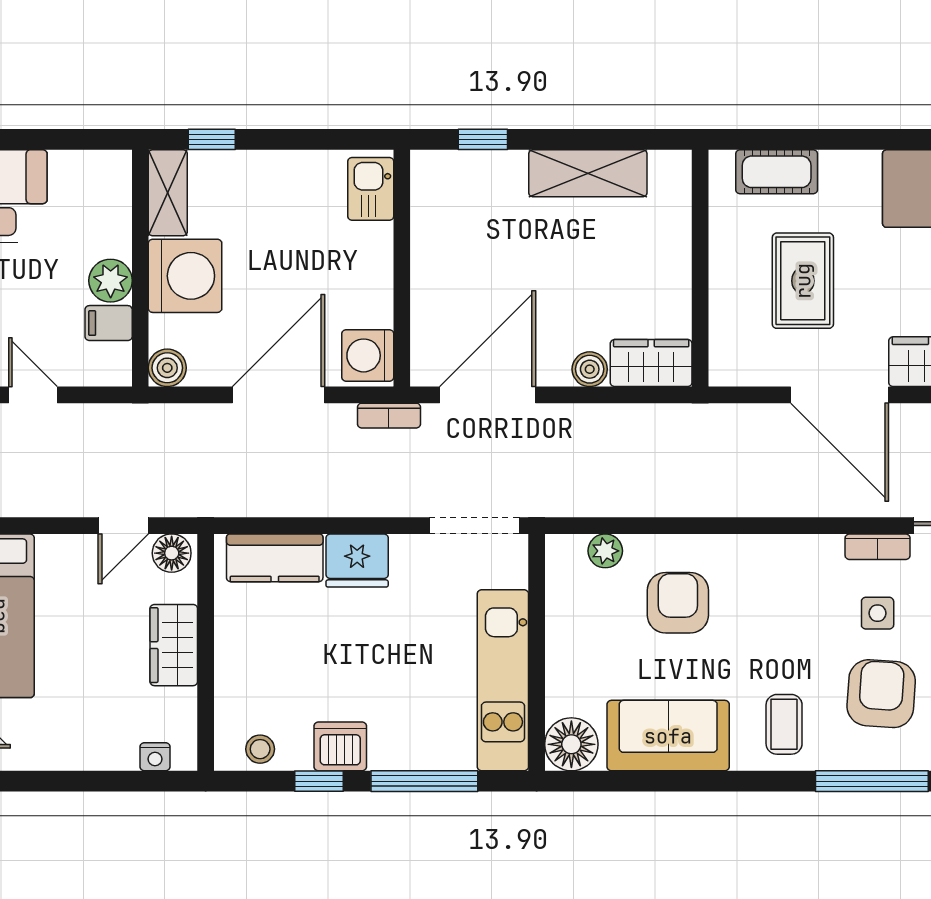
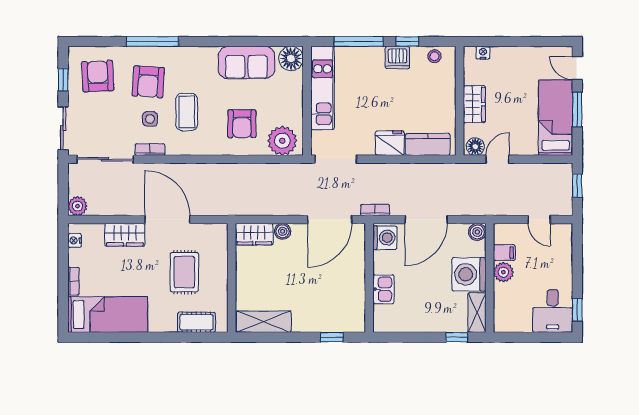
shelving: (588, 173) -> (264, 322), moved
kitchen sink: (371, 189) -> (383, 289), moved
plant: (605, 551) -> (282, 141), width x1.88, depth x1.88
coffee table: (784, 724) -> (187, 112), moved, width x1.36, depth x1.30

